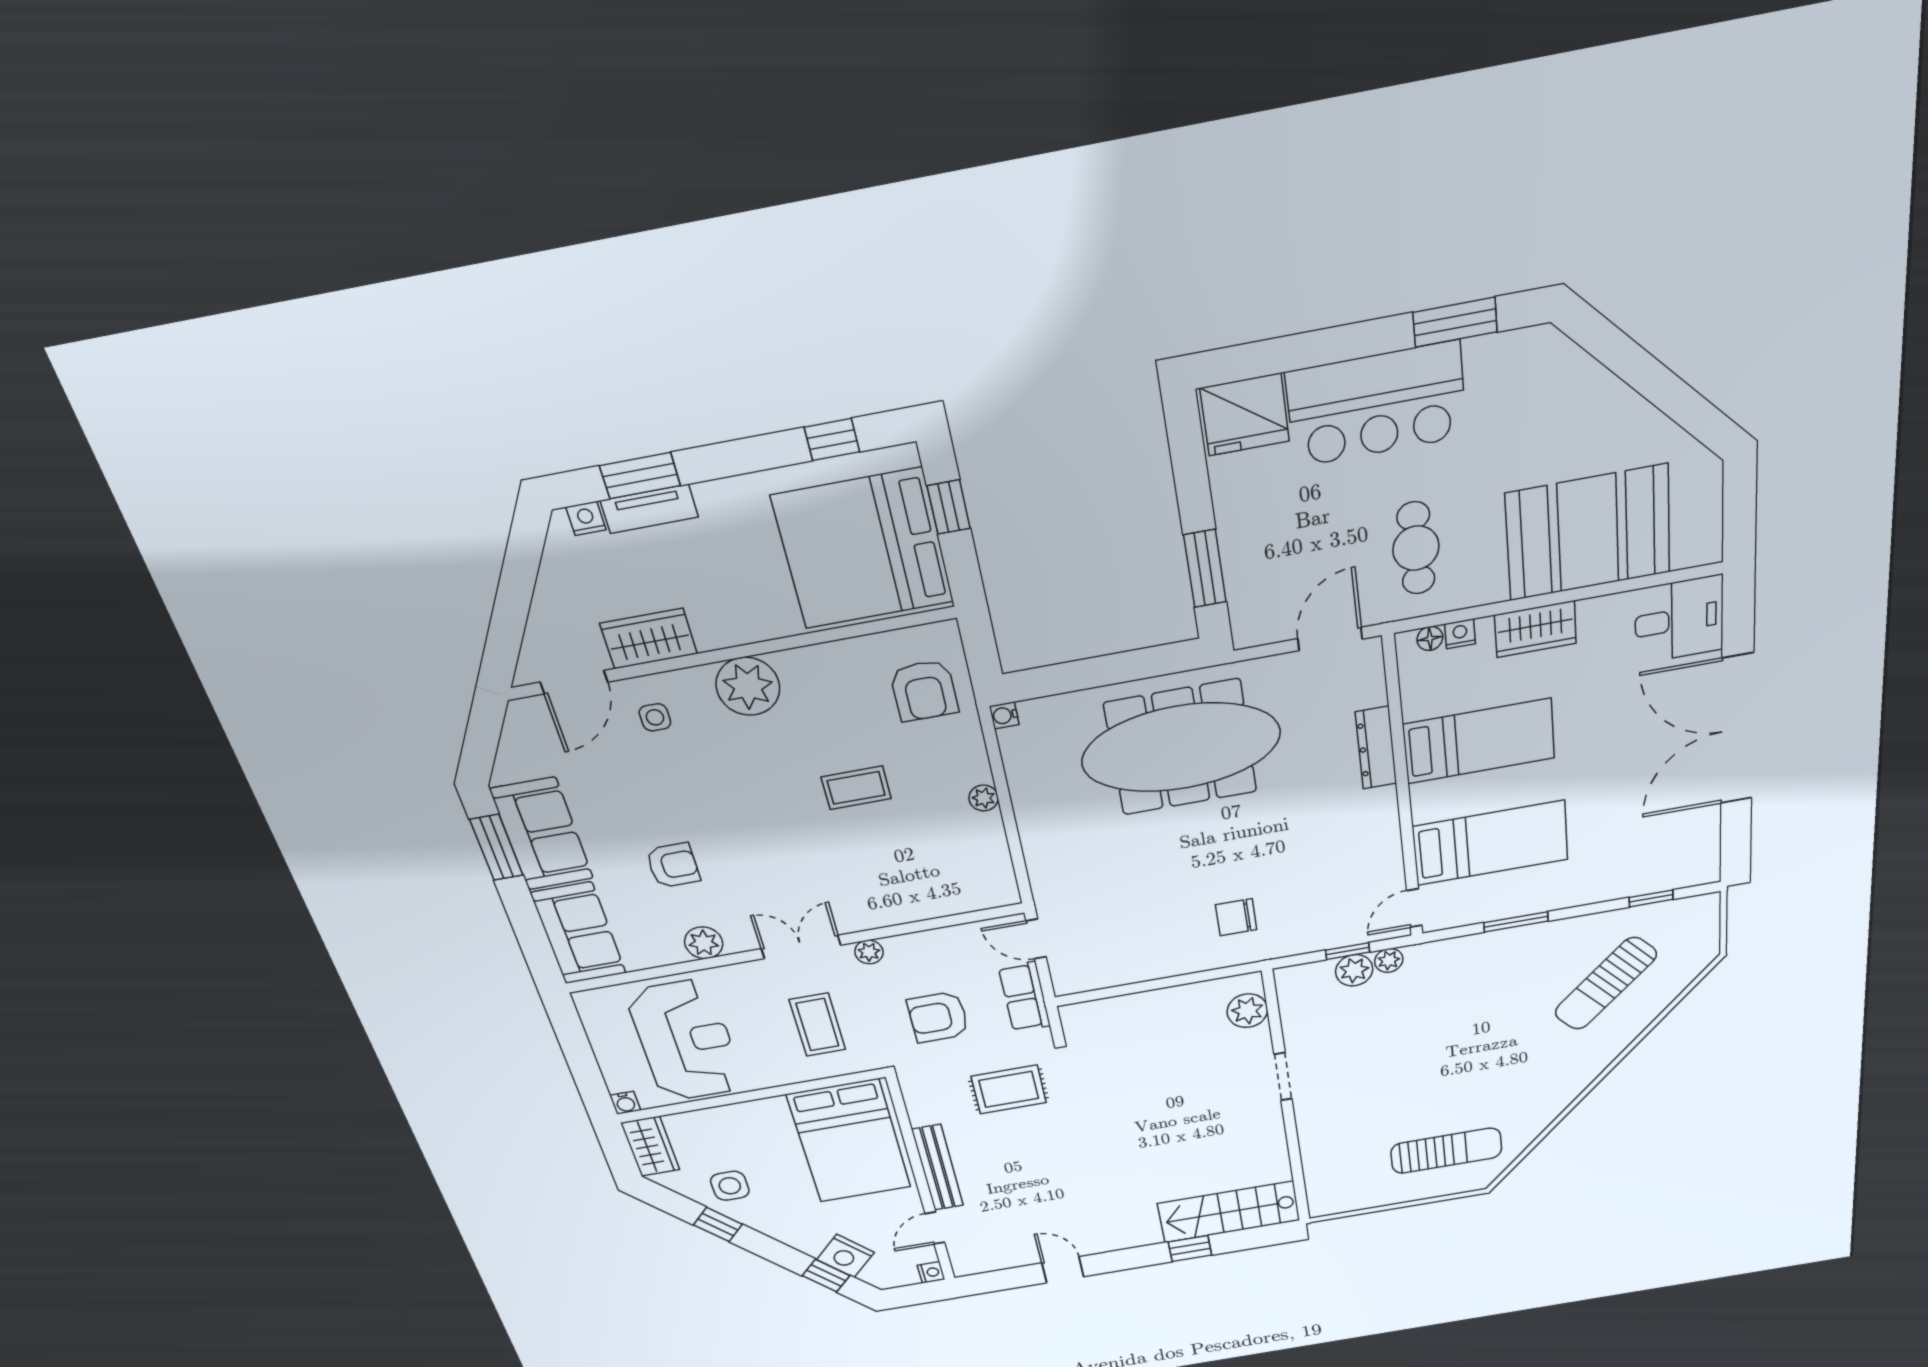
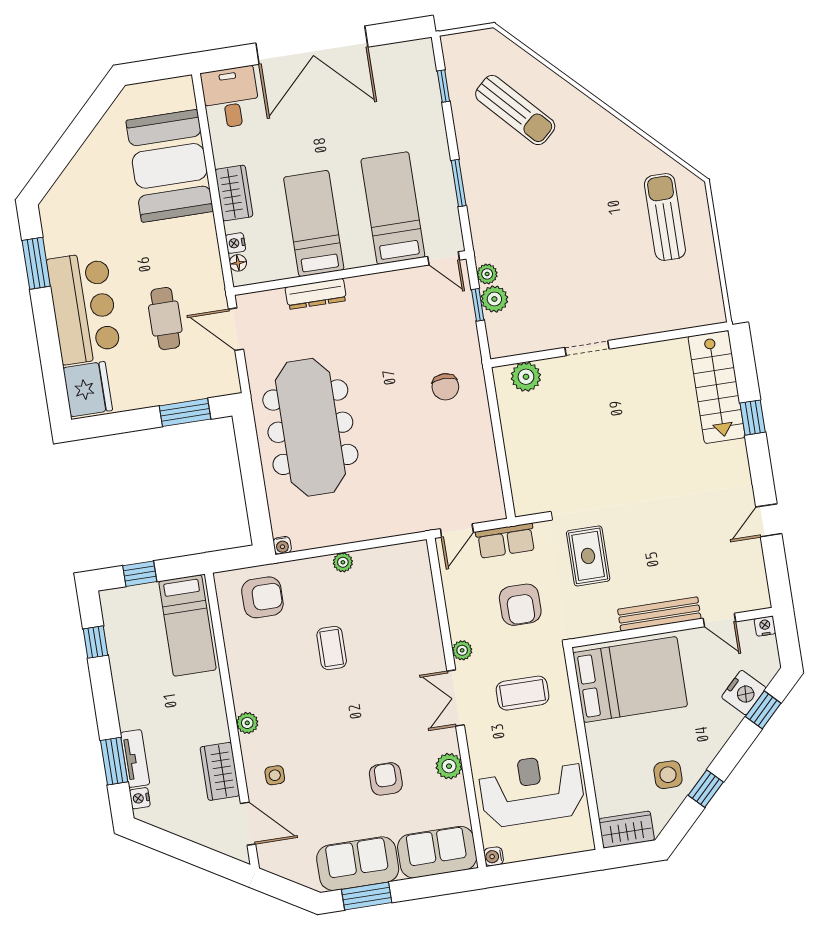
cafe table: (1416, 548) -> (165, 319), moved, turned 90
bed: (863, 549) -> (188, 626), width x0.49
plant: (748, 686) -> (247, 723), width x0.53, depth x0.53
water cooler: (625, 1103) -> (494, 856), moved, turned 180

